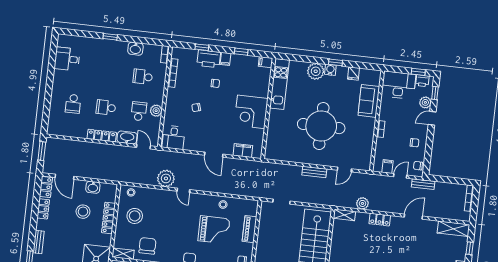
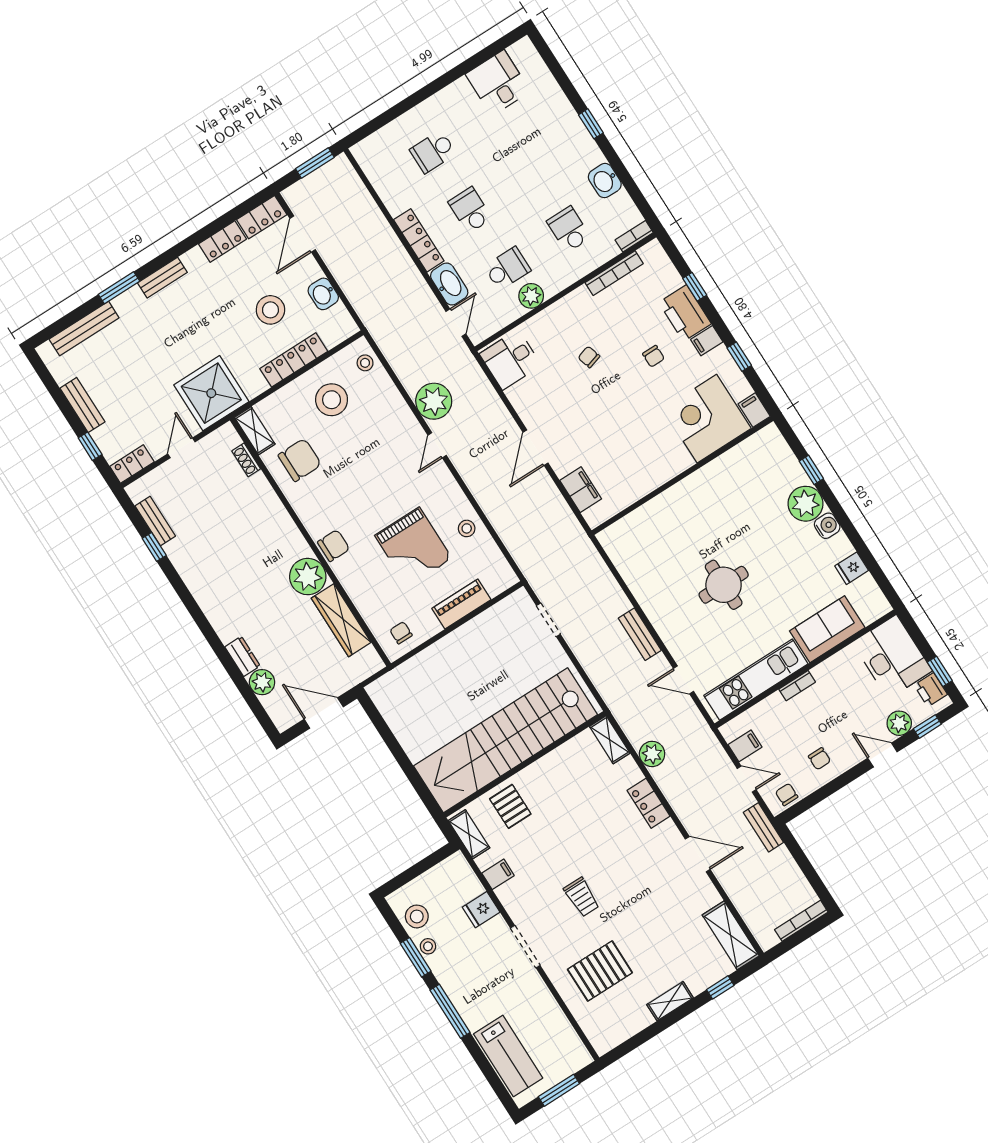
window: (336, 62) -> (811, 470), moved
kitchen unit: (279, 84) -> (756, 680), moved, turned 180
corner desk: (251, 112) -> (707, 419), moved
round table: (321, 126) -> (724, 585), width x0.54, depth x0.54

